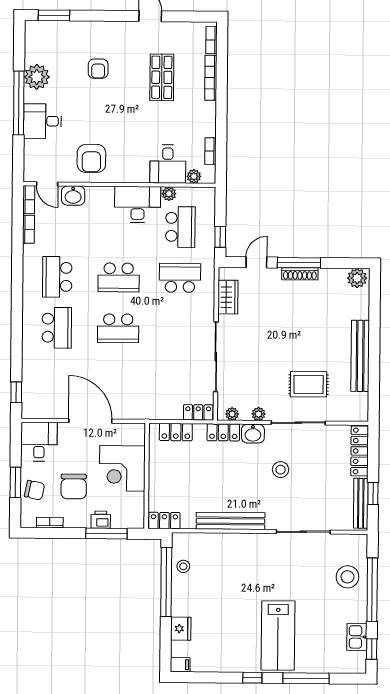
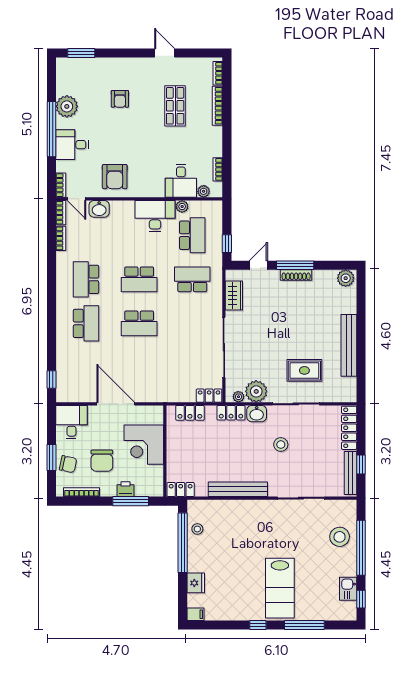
bookcase: (29, 168) -> (61, 185), added
plant: (259, 414) -> (256, 391), width x1.88, depth x1.88
bookcase: (50, 523) -> (81, 492), width x1.56

